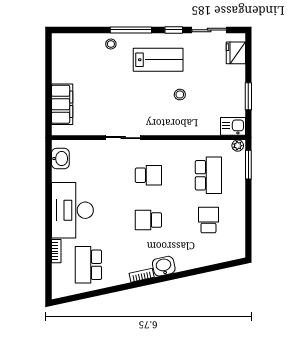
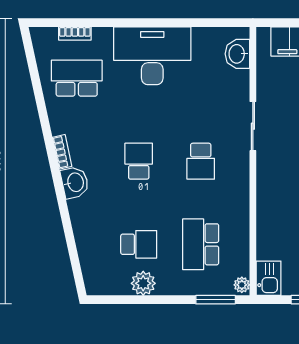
washbasin: (60, 159) -> (237, 54), moved, turned 90
school desk: (208, 175) -> (201, 244), turned 90
plant: (237, 217) -> (143, 283), added
bookcase: (56, 251) -> (75, 33), moved

